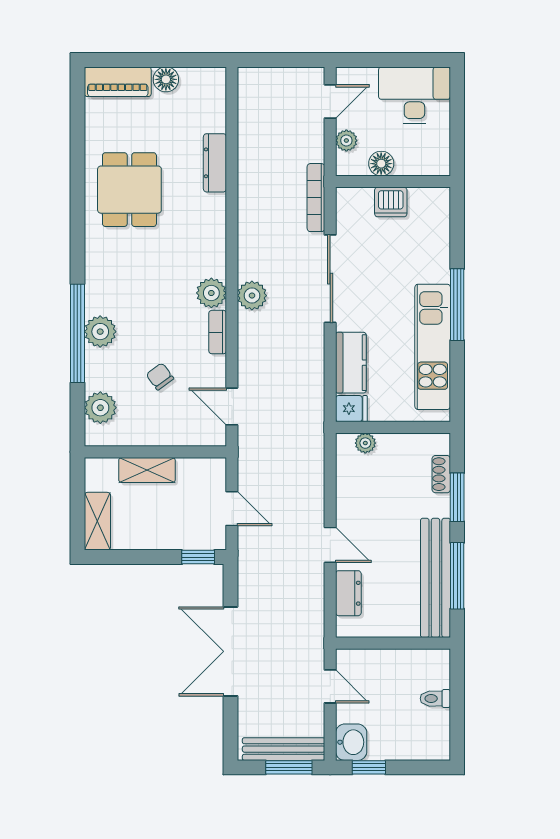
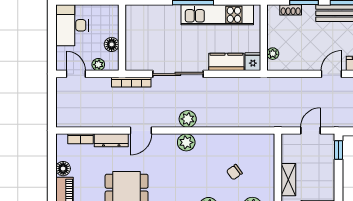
dishwasher: (391, 202) -> (134, 39), removed
bookcase: (218, 332) -> (80, 139), moved
door: (232, 406) -> (141, 131), moved

